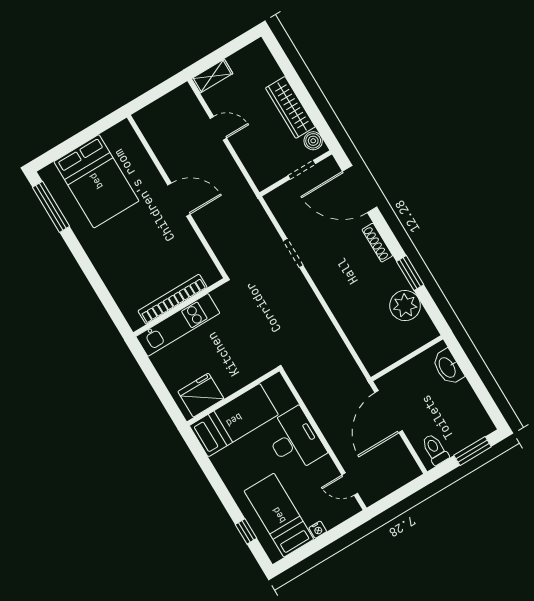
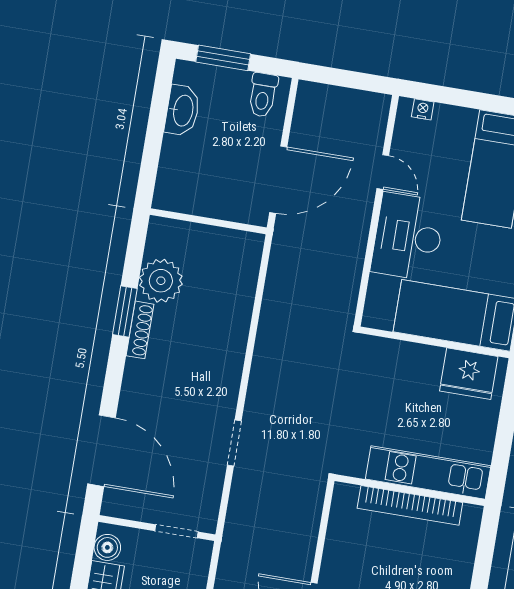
doorway: (302, 170) -> (176, 531), moved
shoe rack: (377, 243) -> (140, 330), moved
washbasin: (448, 367) -> (182, 110), moved
door: (350, 484) -> (383, 172), moved
nightstand: (318, 530) -> (423, 109), moved

